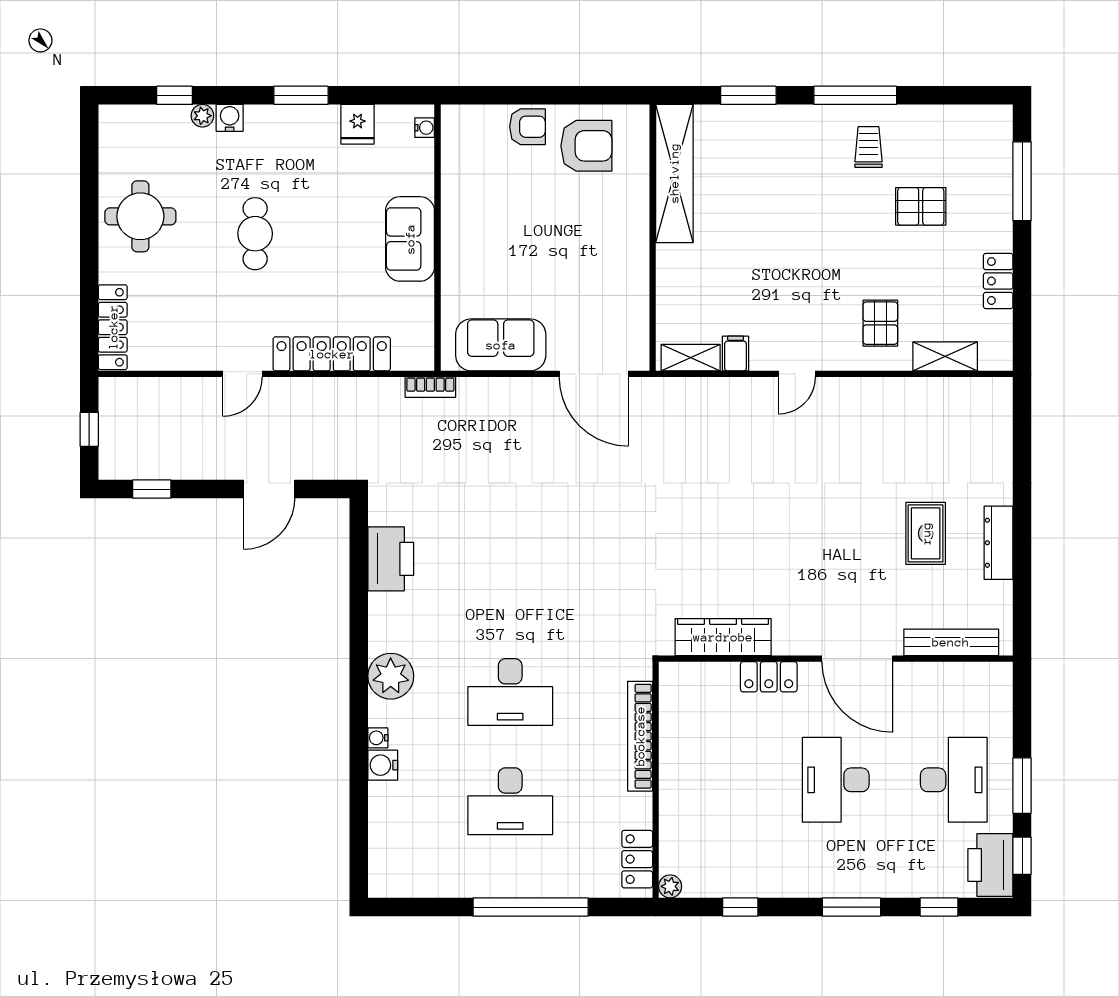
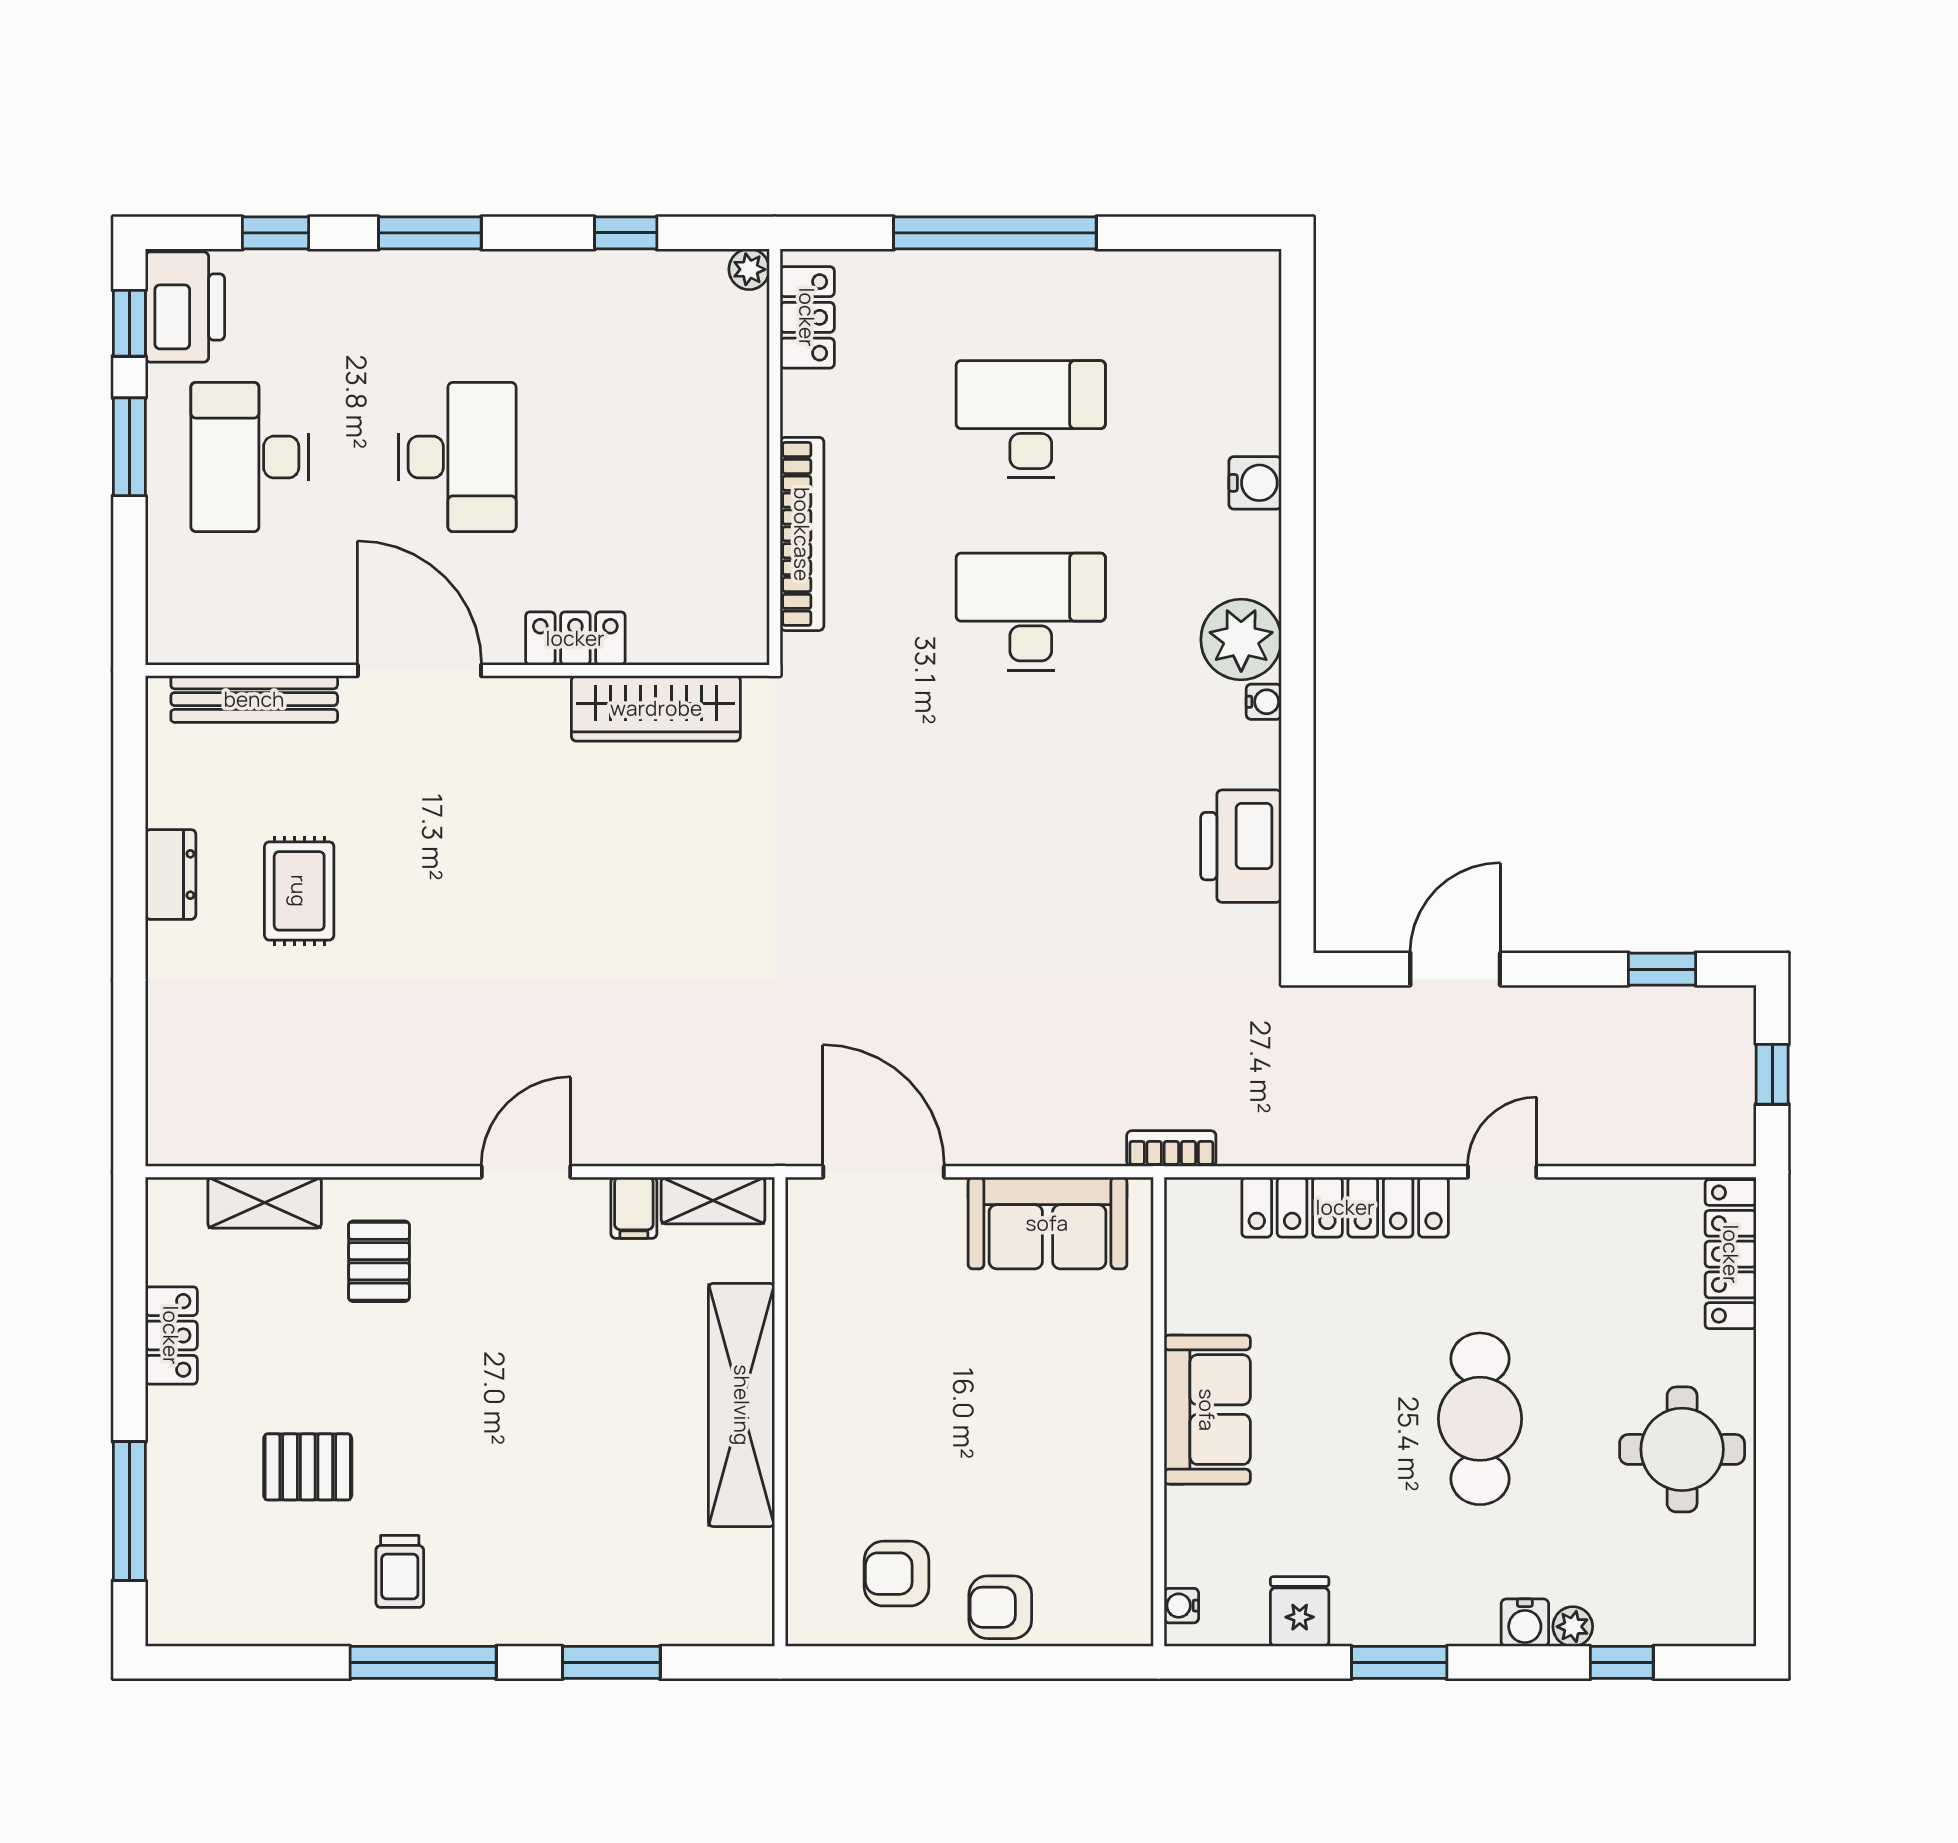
armchair: (586, 146) -> (897, 1574), width x0.72, depth x0.72
shelving: (674, 173) -> (742, 1405), moved
cafe table: (255, 234) -> (1480, 1419), width x1.37, depth x1.35
door: (797, 374) -> (526, 1172), width x1.38
dresser: (999, 543) -> (171, 874), width x0.70
water cooler: (378, 738) -> (1264, 702), moved

